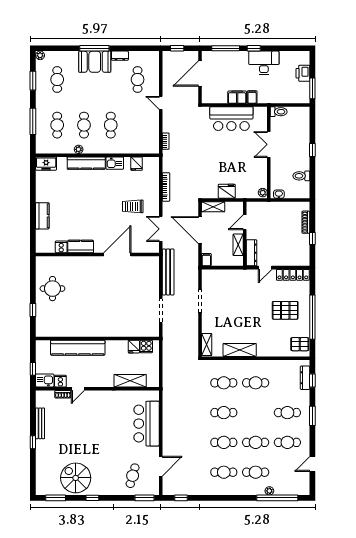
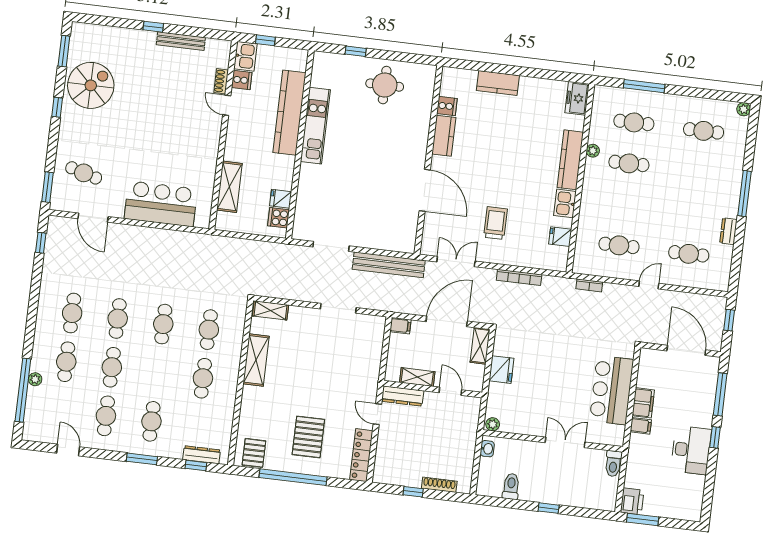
booth: (95, 62) -> (724, 192), removed
printer: (303, 73) -> (632, 501), moved, turned 90
window: (33, 81) -> (706, 94), removed
cafe table: (111, 125) -> (619, 245), moved
kitchen unit: (84, 330) -> (315, 126), added

